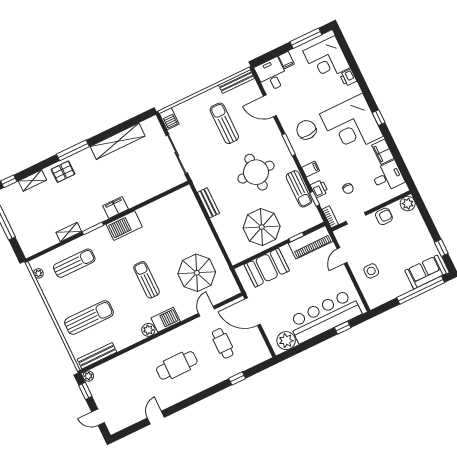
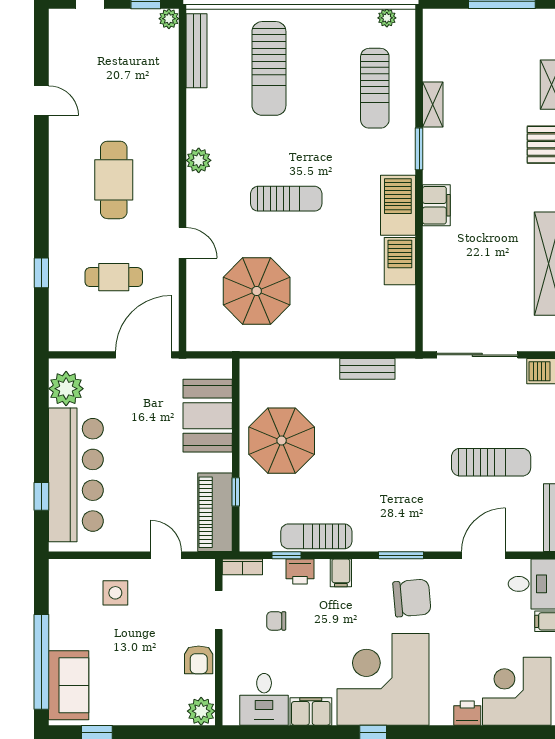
round table: (256, 172) -> (381, 476), removed
door: (206, 311) -> (183, 243), moved
barbecue: (166, 320) -> (400, 261), moved, turned 180

